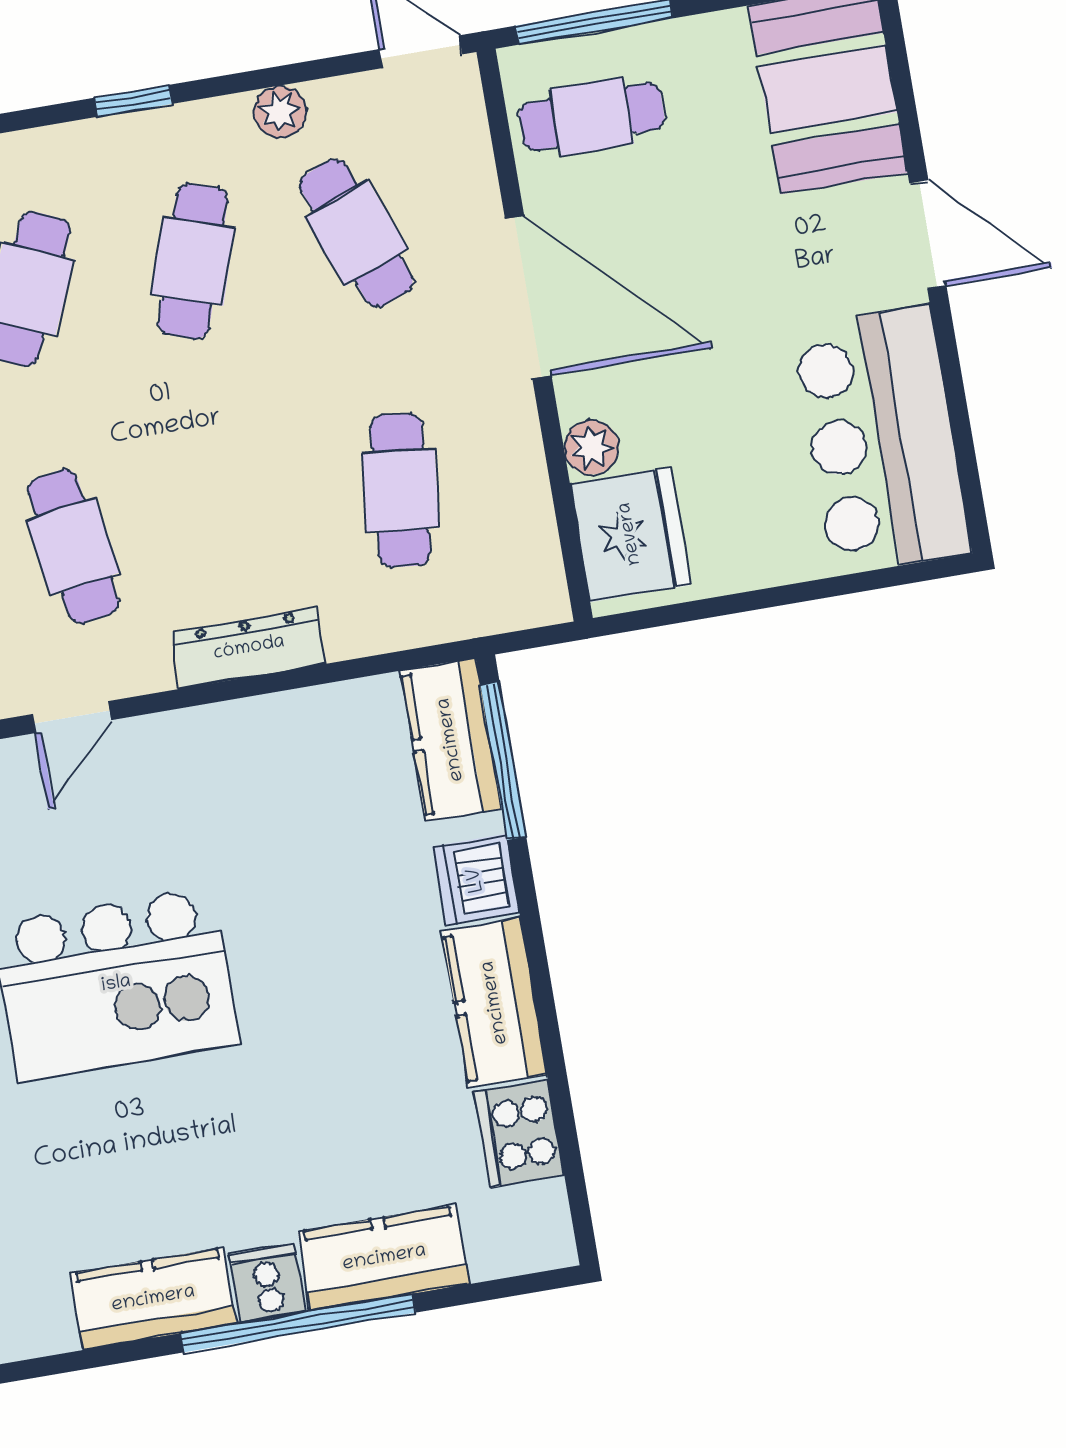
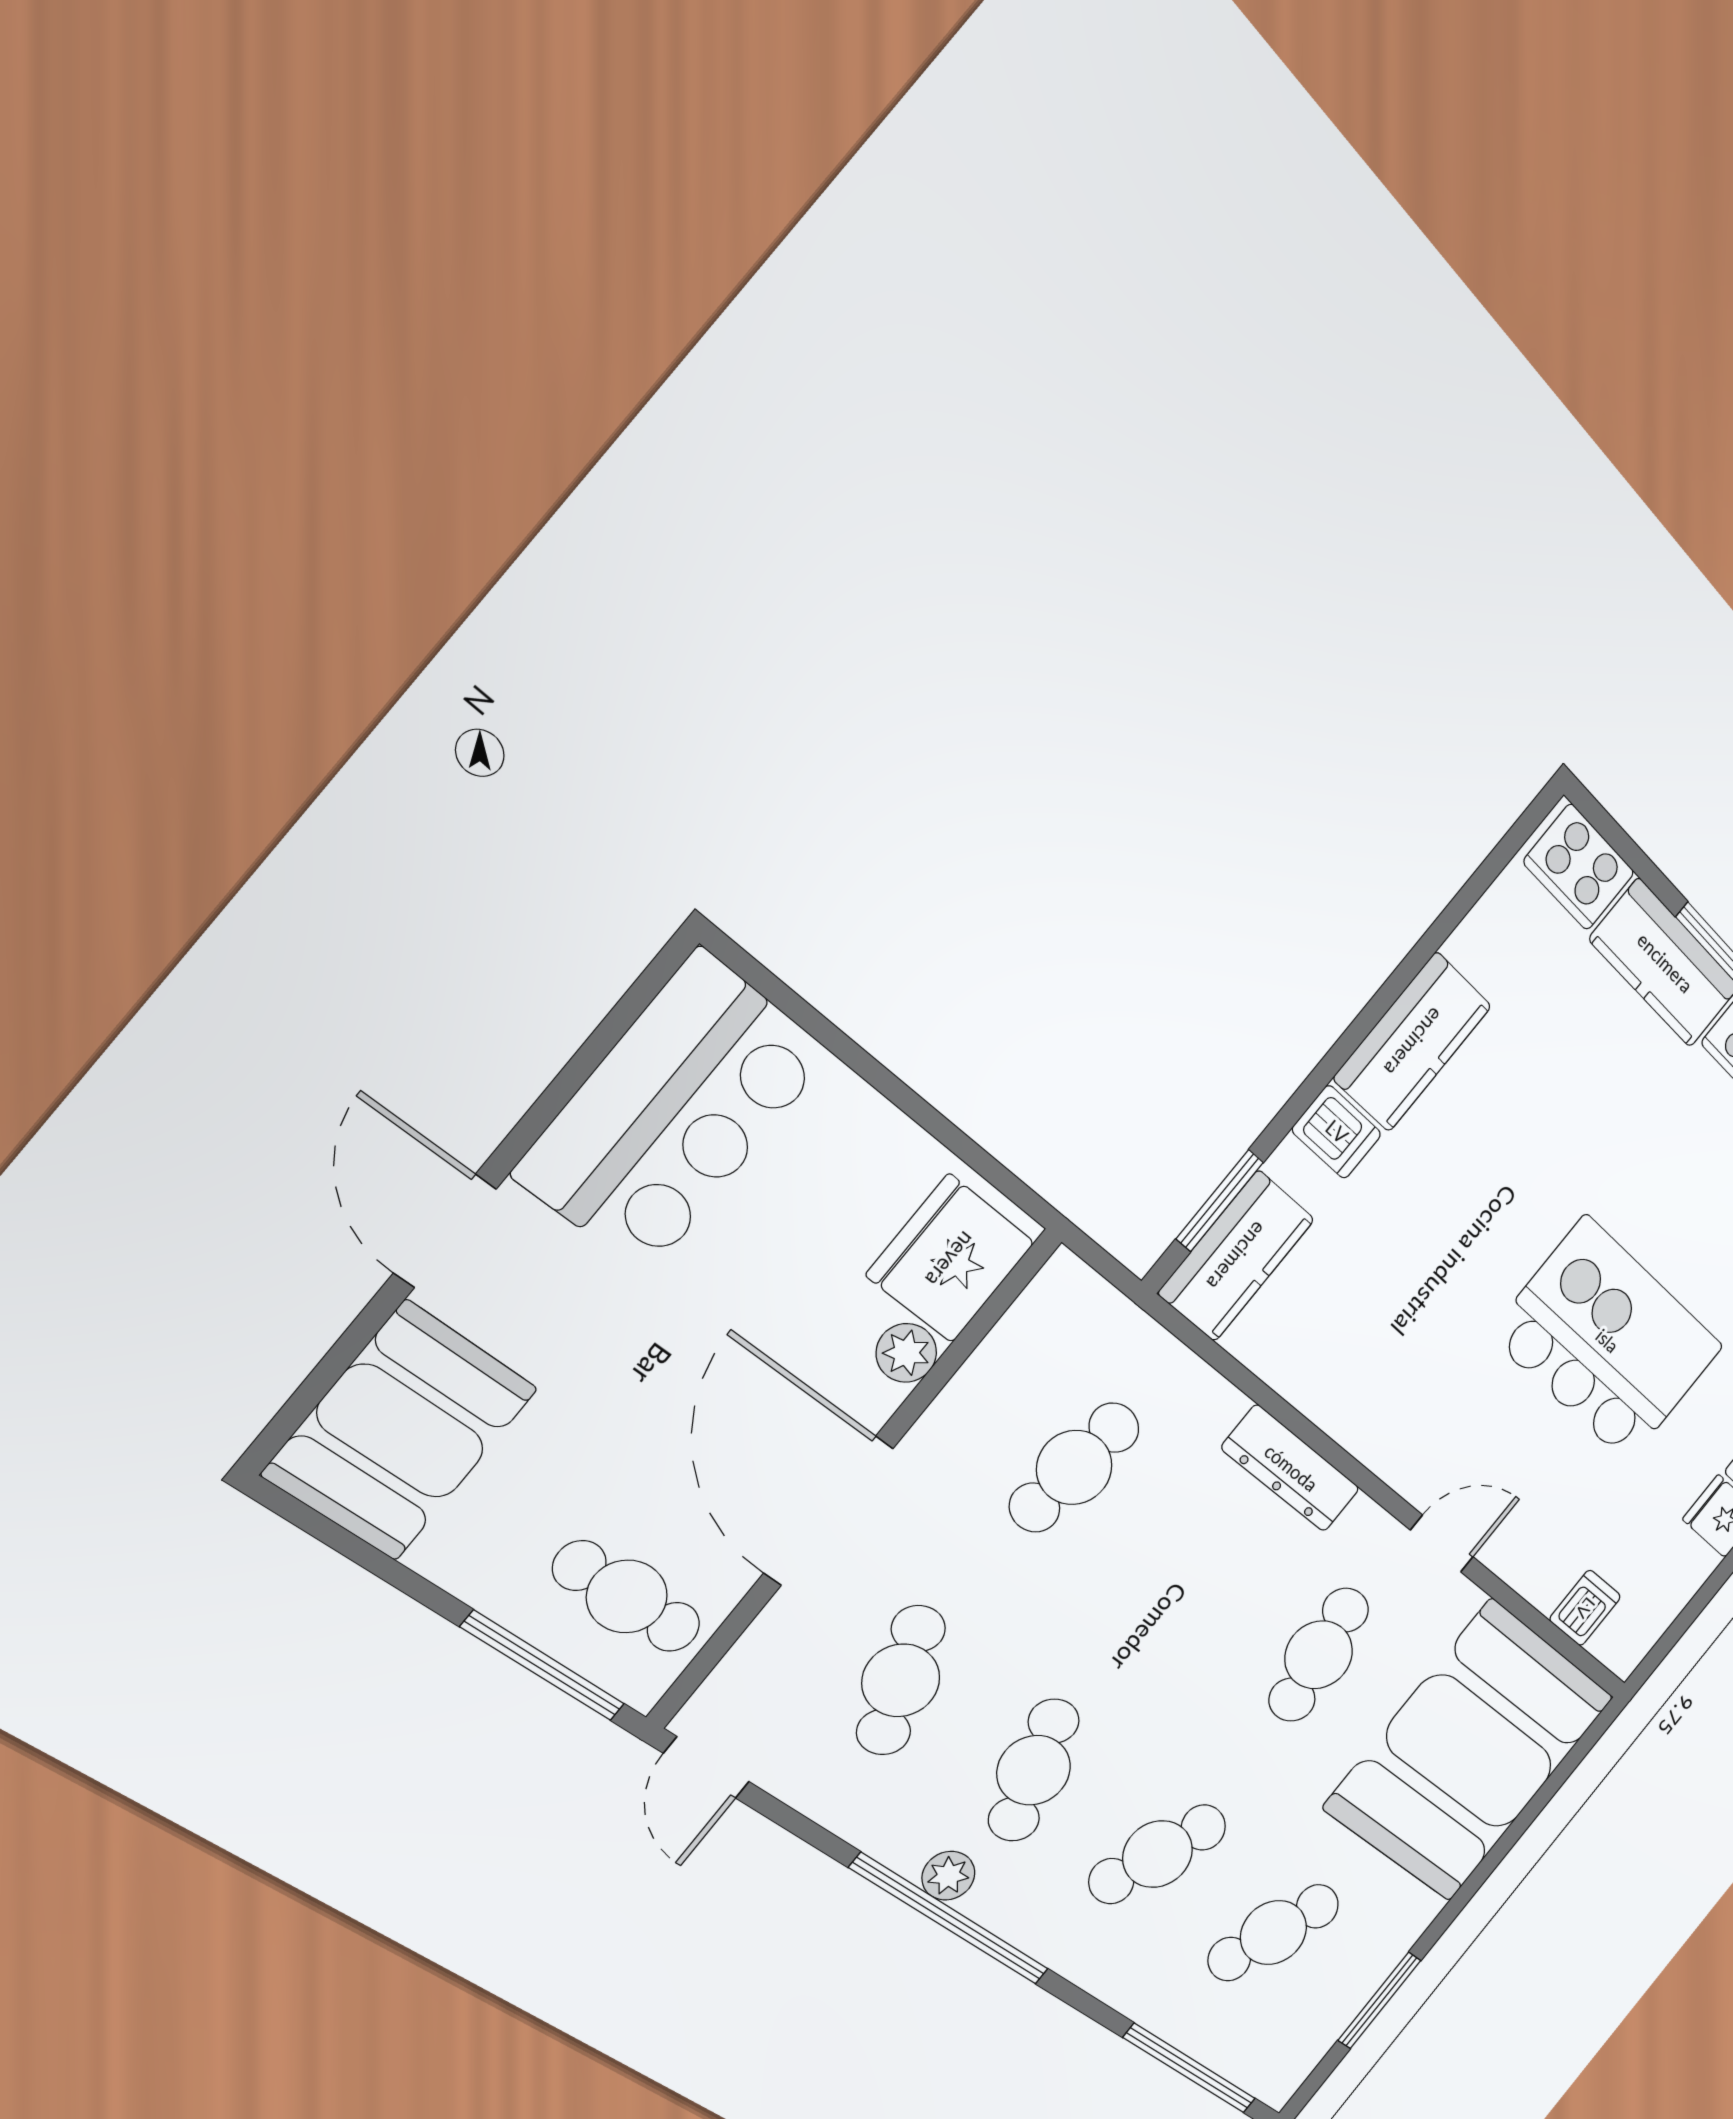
window: (133, 101) -> (950, 1919), width x3.17
plant: (280, 112) -> (948, 1876), moved
cafe table: (193, 261) -> (1034, 1770), turned -36
window: (503, 761) -> (1220, 1201), width x0.69
dishwasher: (476, 880) -> (1337, 1132), width x0.73
cooker: (519, 1133) -> (1579, 867), moved, turned 90

